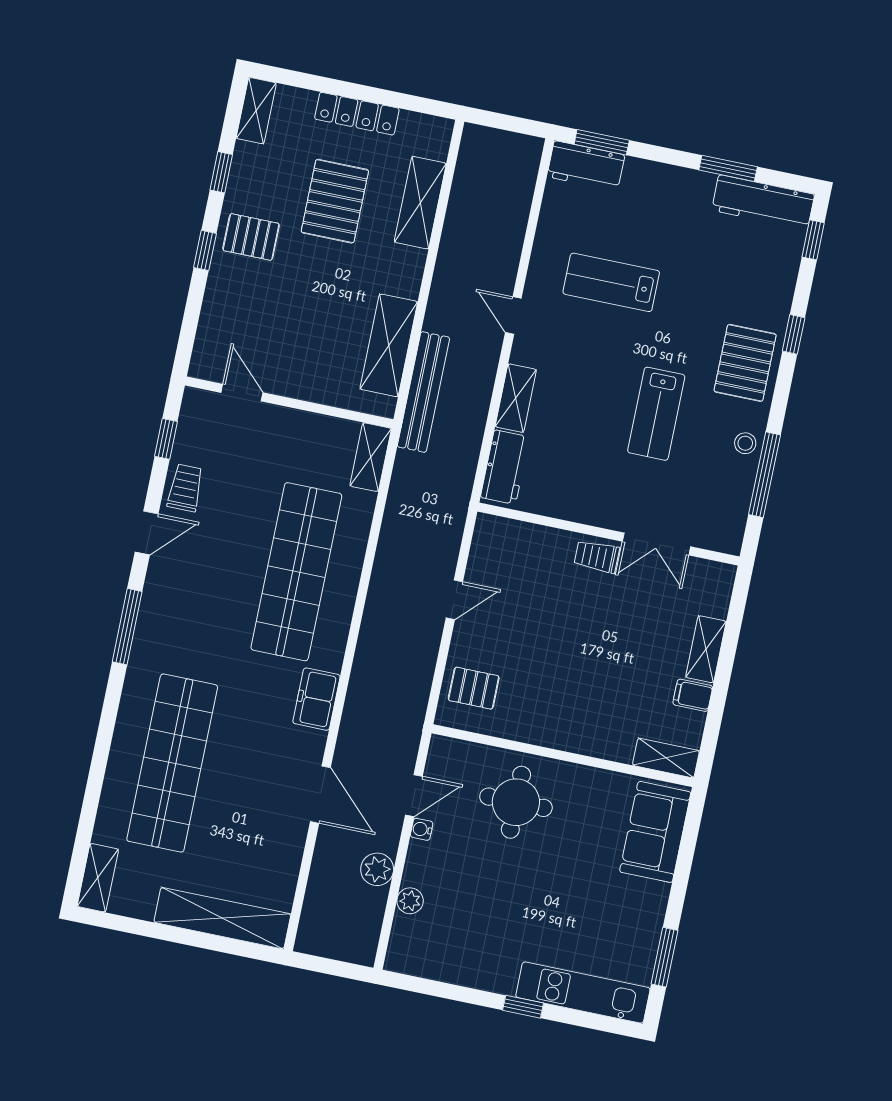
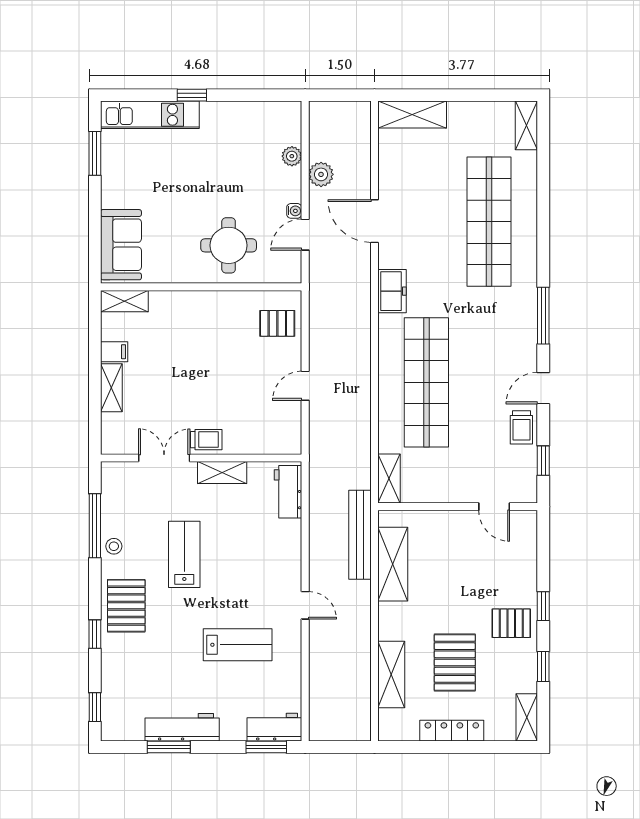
workbench: (763, 202) -> (182, 727), moved
shelving: (516, 398) -> (222, 473), moved, turned 90
shelving: (222, 918) -> (412, 115), width x0.68

